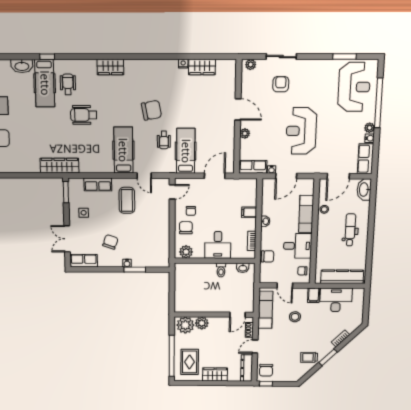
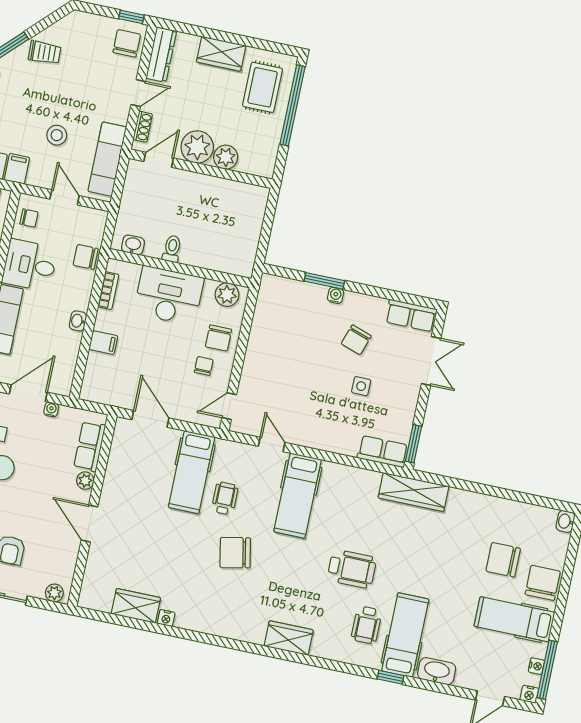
row of seats: (253, 167) -> (90, 446), moved, turned 90
door: (215, 176) -> (150, 419), swing flipped
row of seats: (98, 184) -> (383, 452), moved
coffee table: (127, 200) -> (311, 408), removed
side table: (84, 213) -> (361, 386), moved
desk: (218, 245) -> (169, 296), width x1.37
plant: (185, 325) -> (197, 147), moved

